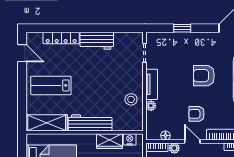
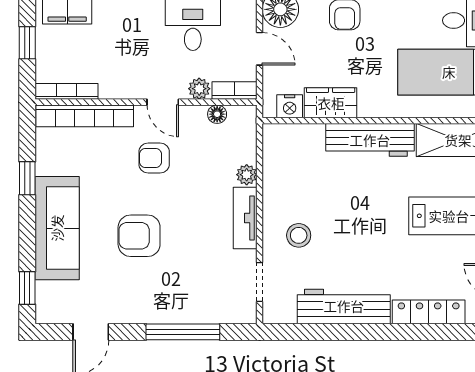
window: (182, 28) -> (183, 332), width x2.17
workbench: (97, 41) -> (344, 306), width x1.38
armchair: (204, 76) -> (139, 236), turned 180
stool: (131, 99) -> (299, 235), moved
armchair: (196, 114) -> (154, 158), turned 180

